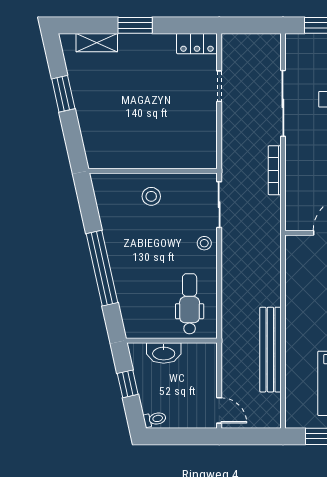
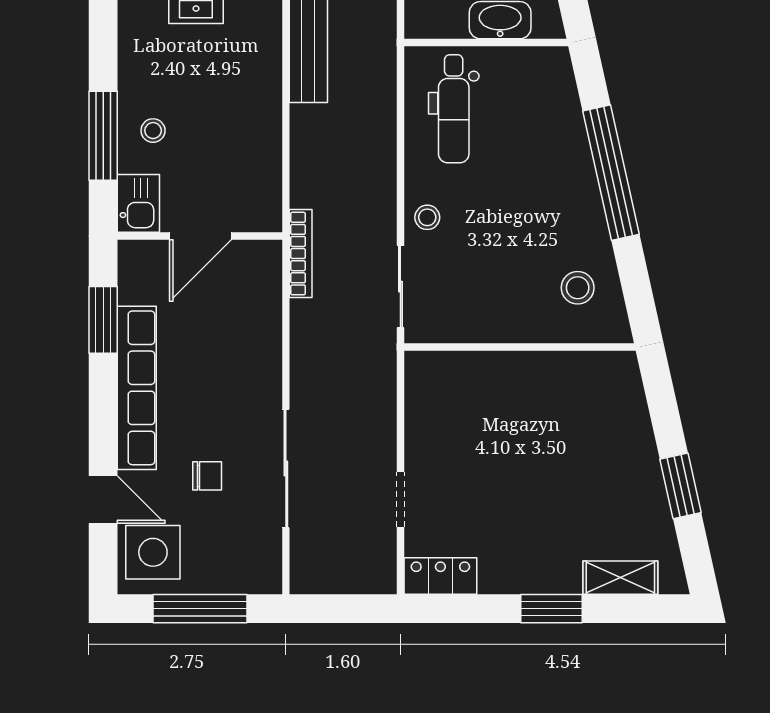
bookcase: (275, 170) -> (301, 254), moved
stool: (151, 196) -> (578, 288), moved

